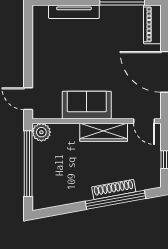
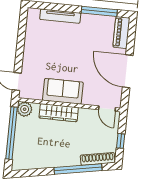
wardrobe: (104, 132) -> (59, 113), moved
shoe rack: (114, 189) -> (98, 159), moved

